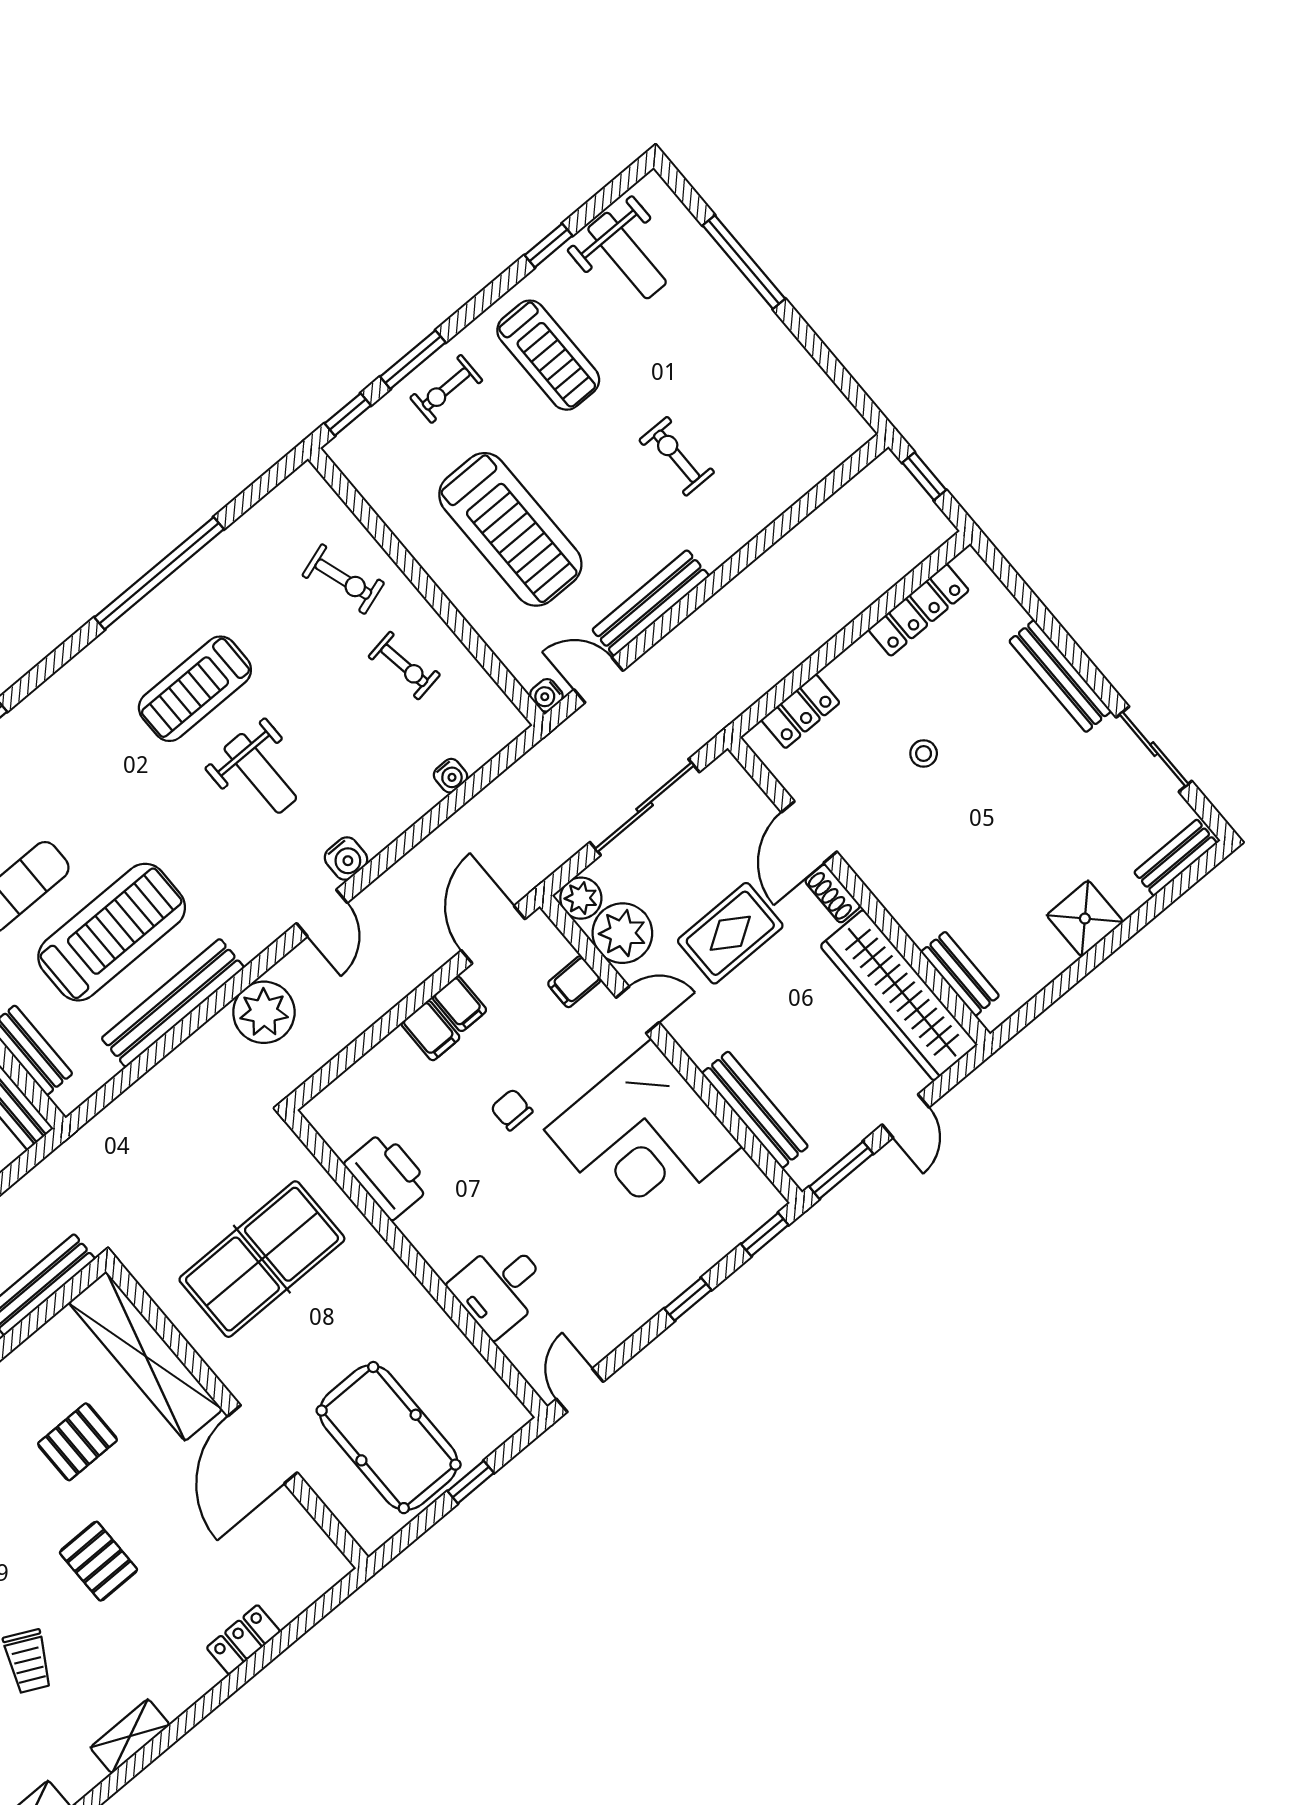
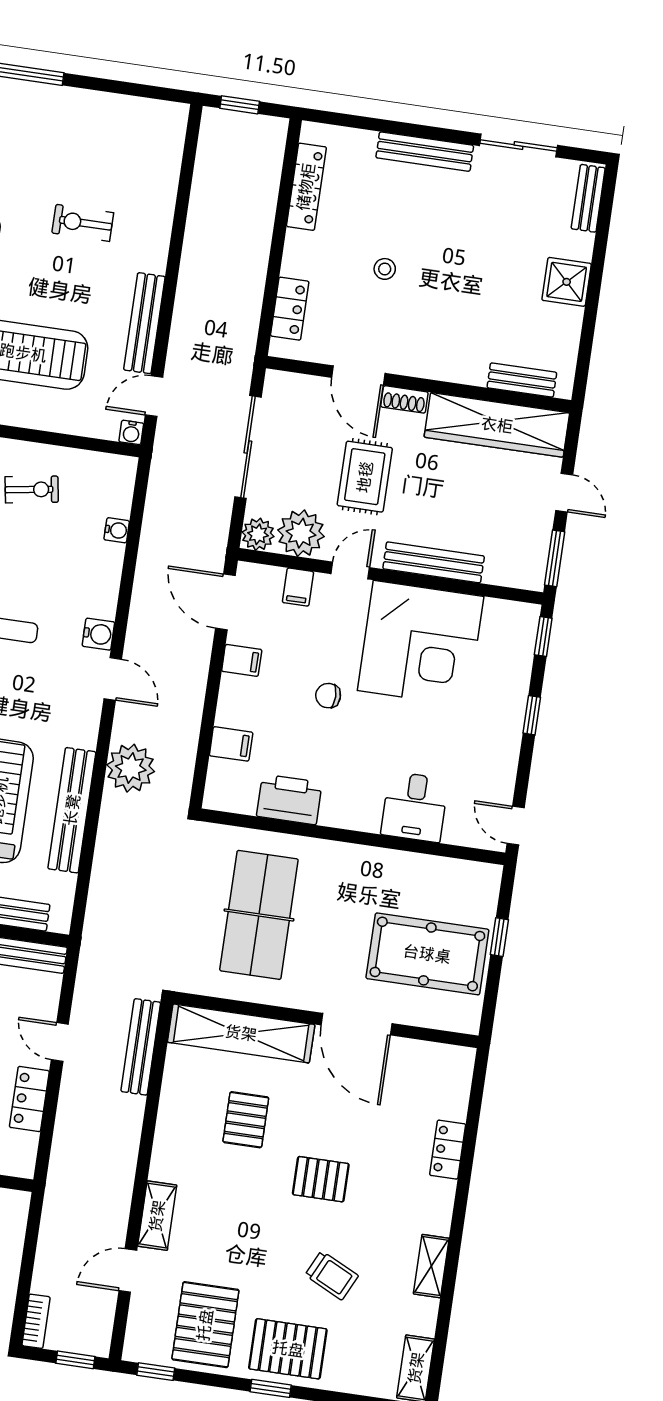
filing cabinet: (430, 1031) -> (231, 744), moved
bench: (755, 1110) -> (434, 562), moved

